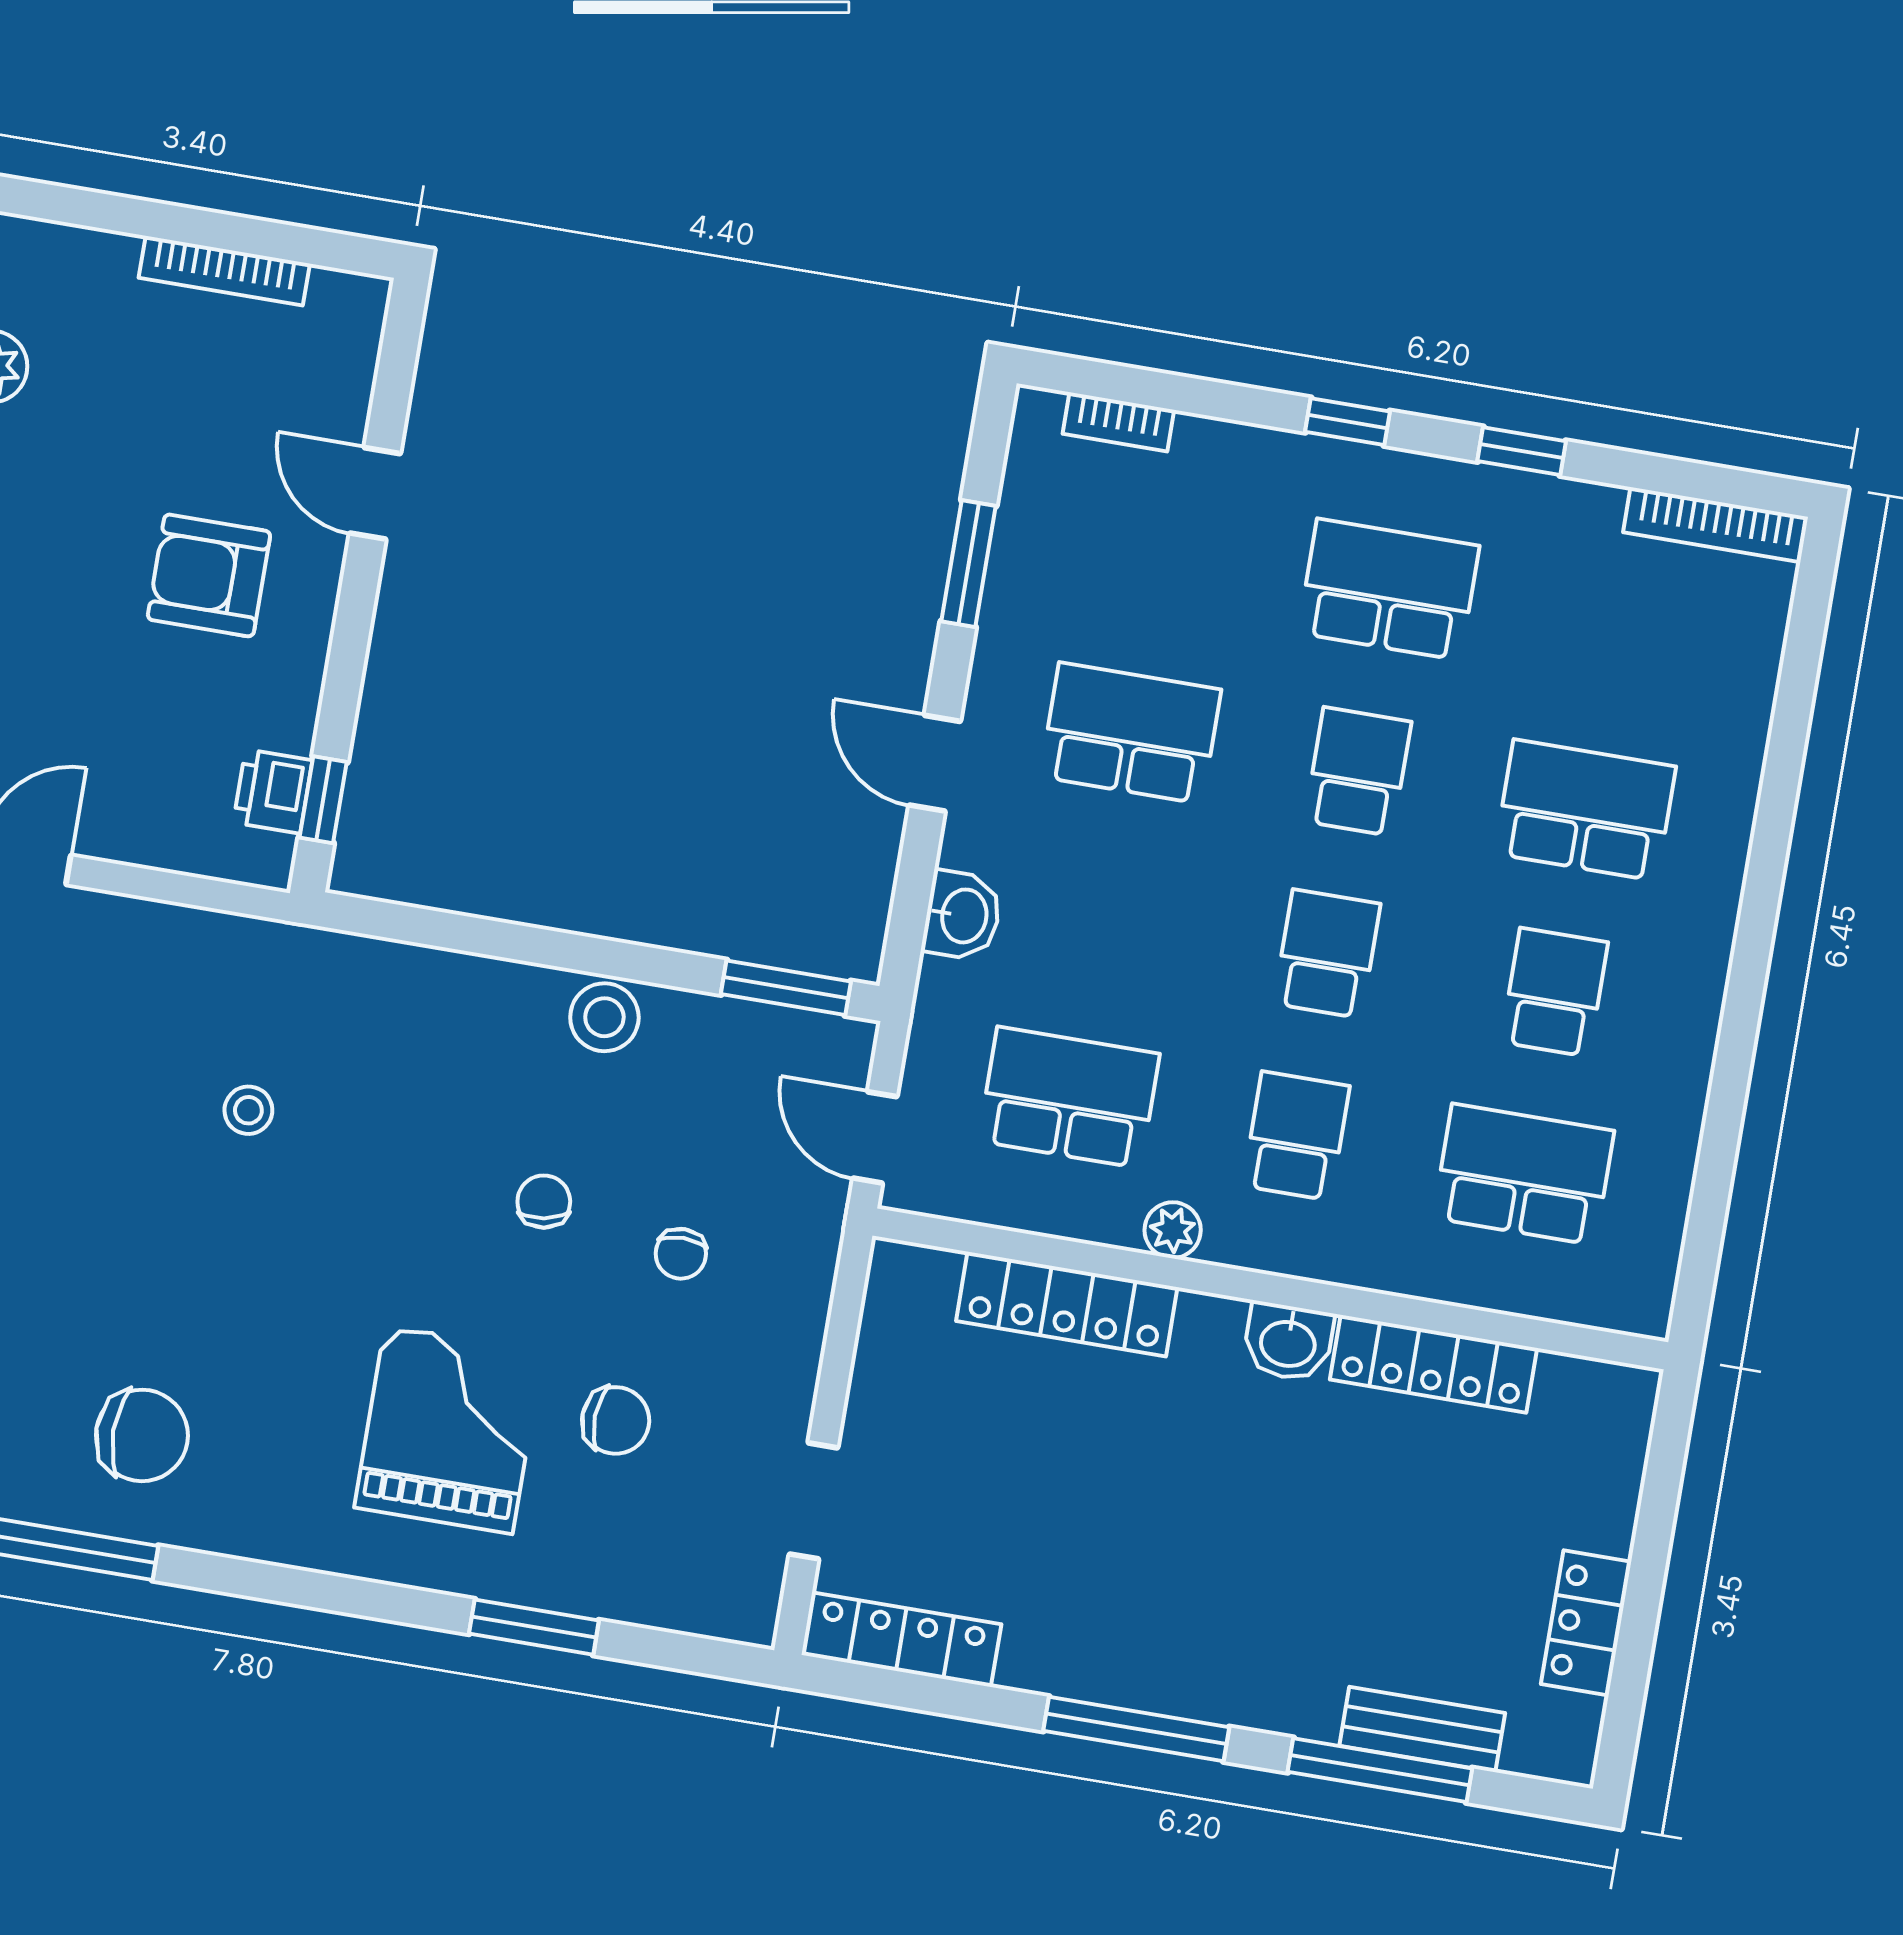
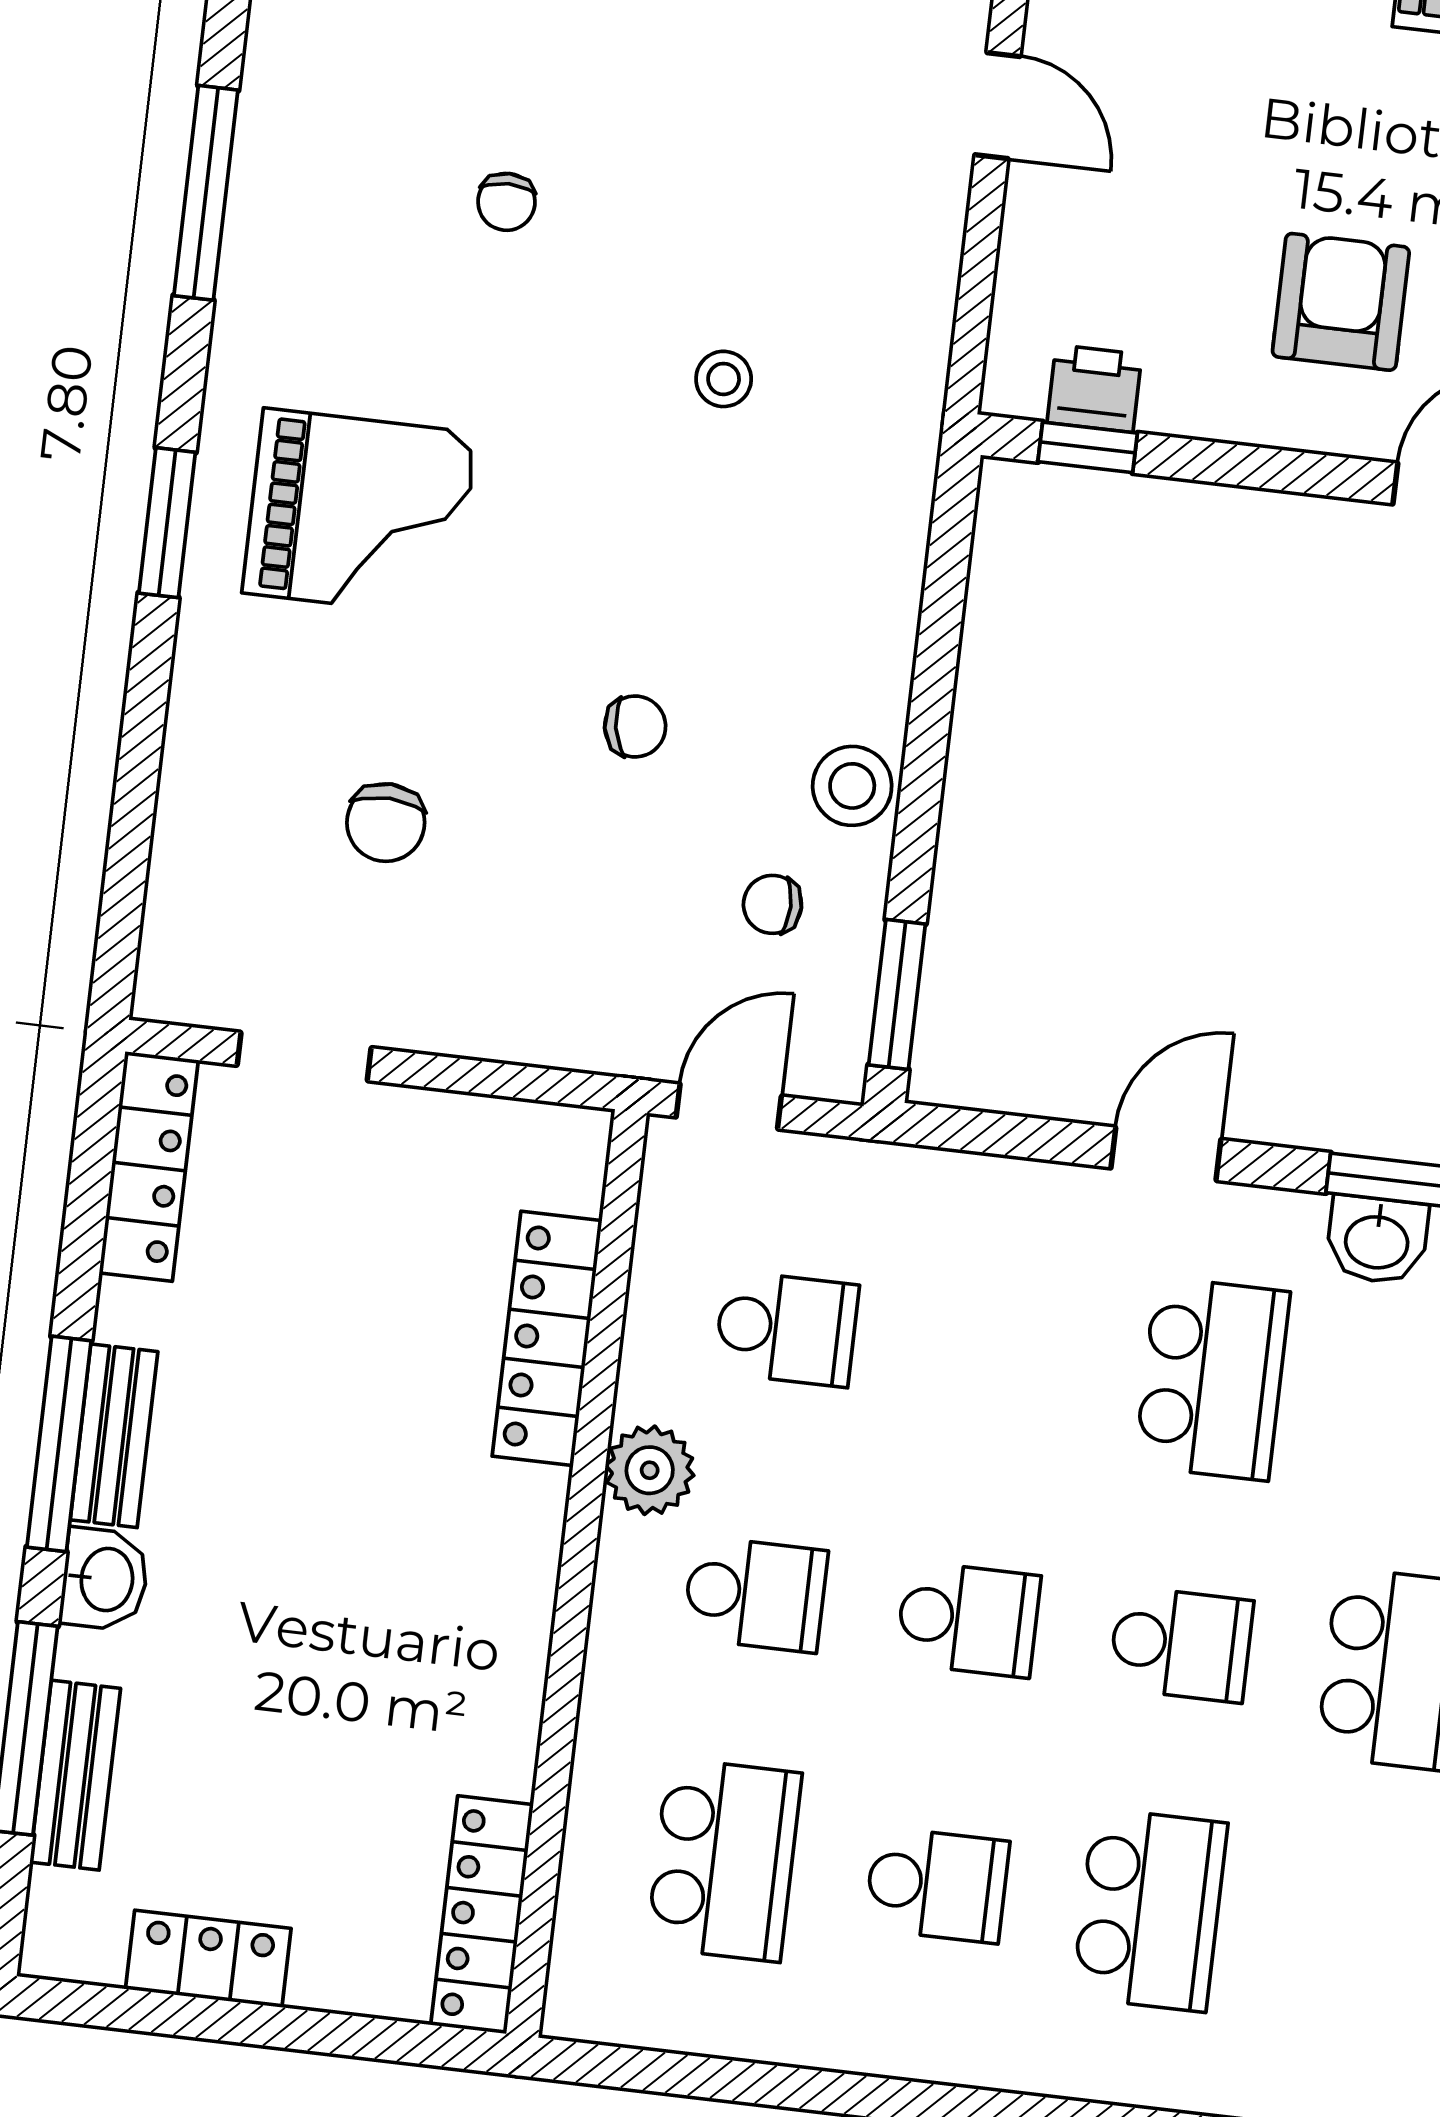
washbasin: (962, 916) -> (1377, 1240), moved
school desk: (1069, 1097) -> (787, 1329), width x0.54
plant: (1173, 1230) -> (650, 1470), width x1.38, depth x1.38
chair: (681, 1254) -> (772, 904), moved
washbasin: (1288, 1342) -> (105, 1579), moved, turned 180
locker: (1433, 1364) -> (482, 1915), moved
grand piano: (449, 1430) -> (359, 513), moved
chair: (142, 1435) -> (506, 202), moved, width x0.54, depth x0.54
window: (534, 1627) -> (167, 523), moved
bench: (1132, 1681) -> (114, 1436), added

